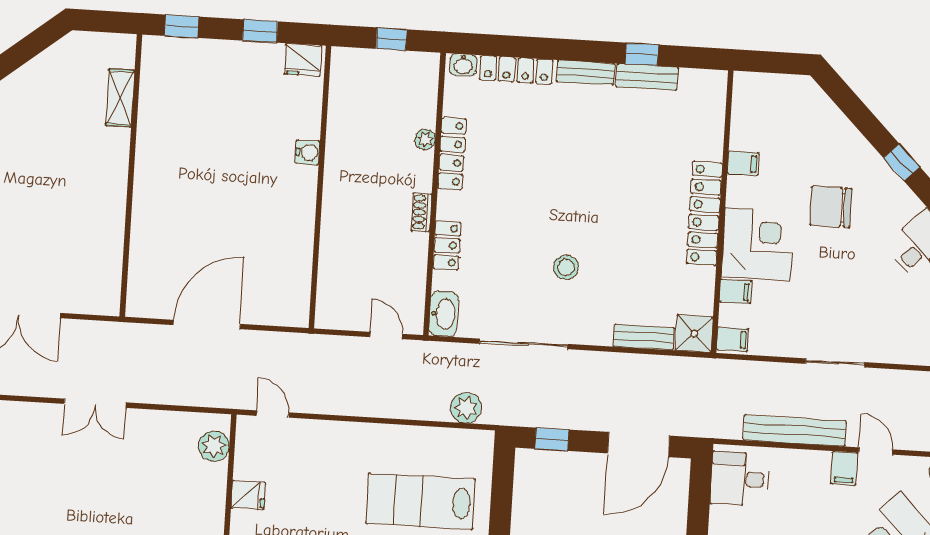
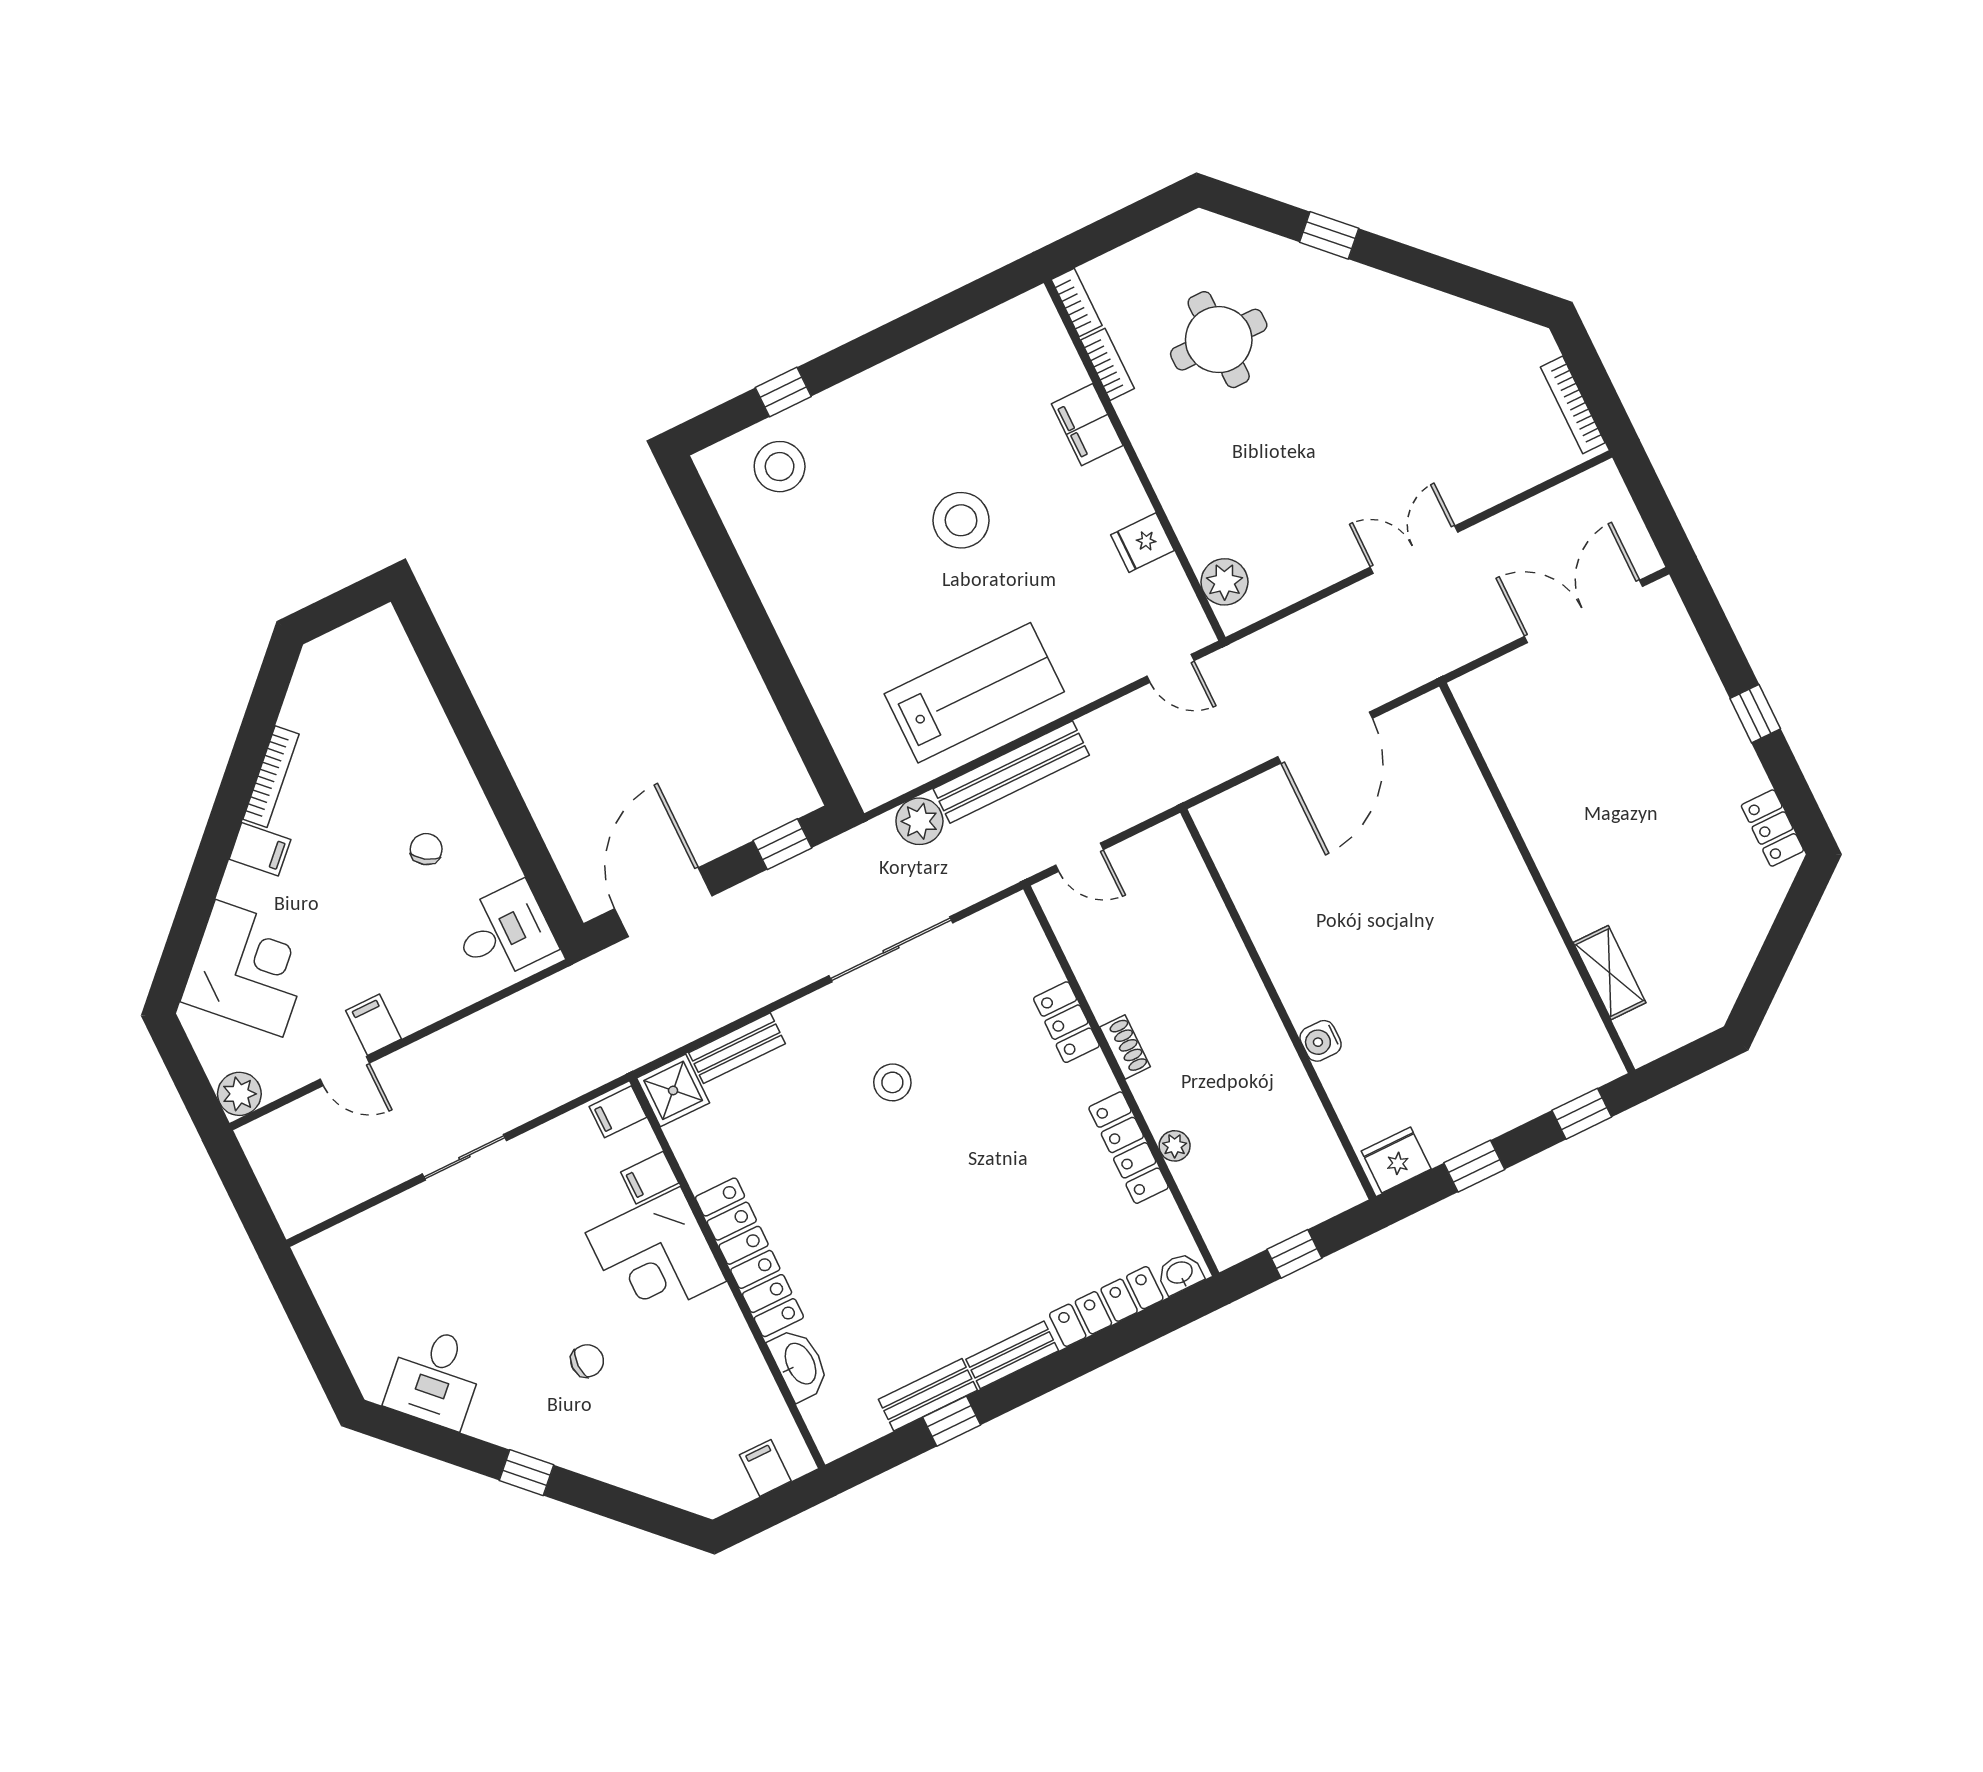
filing cabinet: (743, 163) -> (765, 1468), moved, turned 90
chair: (831, 207) -> (587, 1361), width x0.54, depth x0.54
washbasin: (444, 314) -> (799, 1364), moved, turned 180
bench: (795, 431) -> (1011, 772), moved
lab bench: (421, 501) -> (974, 693), moved

